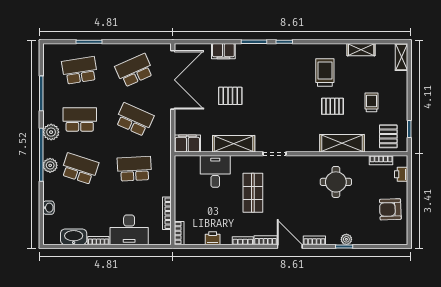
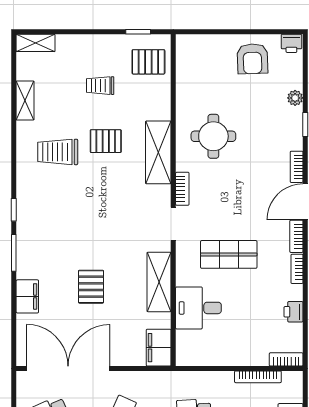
pallet: (332, 106) -> (106, 141), turned 90
shelving: (342, 143) -> (158, 152), moved
bookcase: (381, 160) -> (182, 189), moved
printer: (401, 174) -> (291, 43), moved
plant: (346, 239) -> (295, 98), moved

